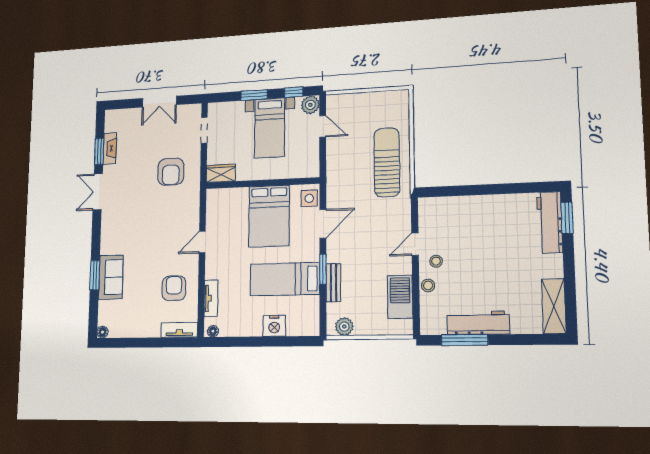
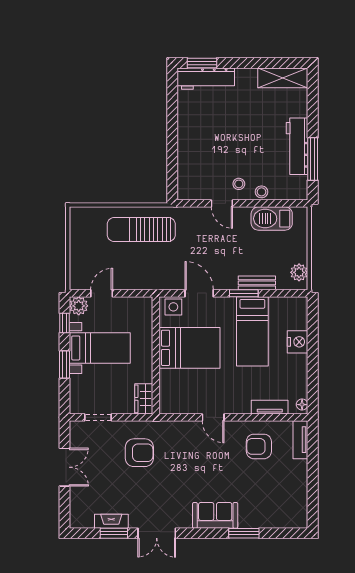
sofa: (111, 277) -> (215, 515), moved
floor lamp: (103, 332) -> (302, 522), removed

